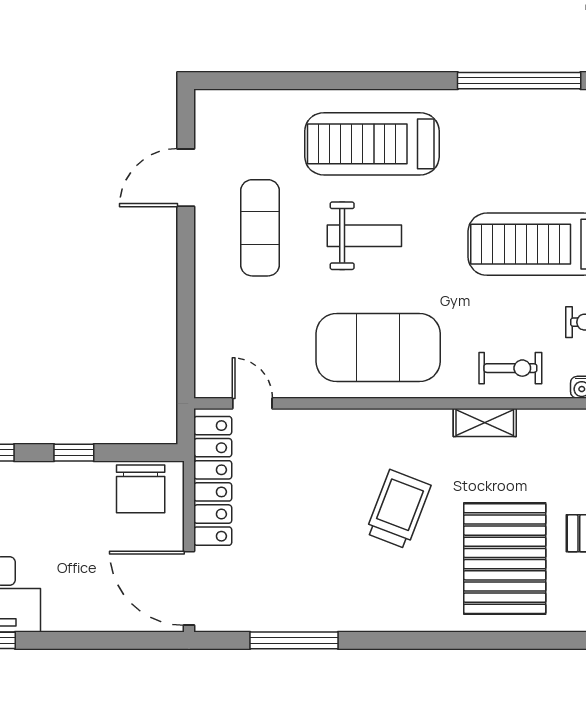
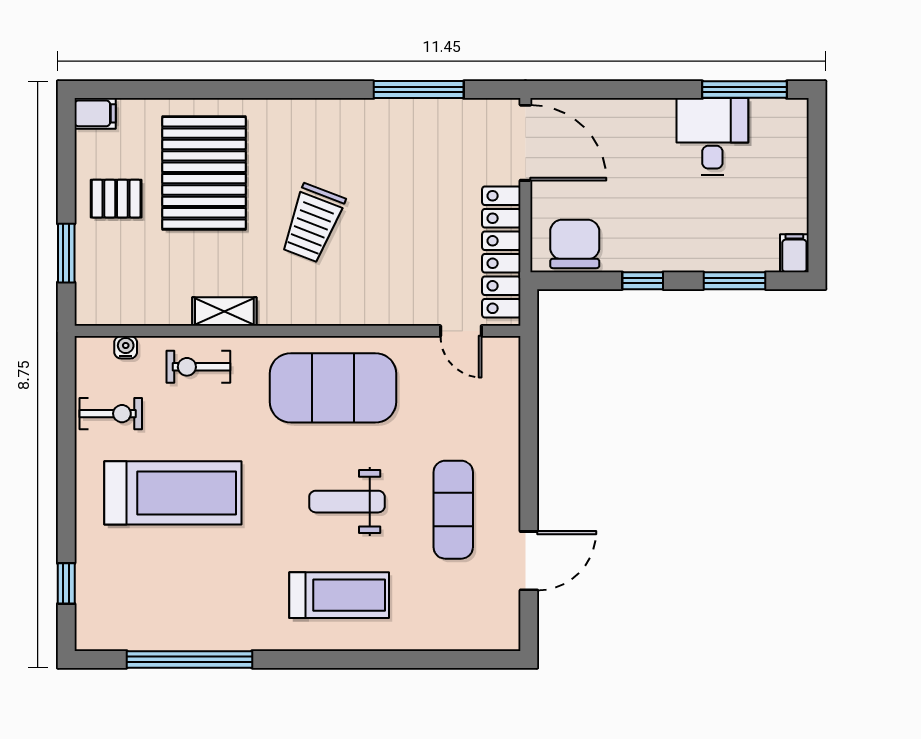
treadmill: (372, 144) -> (339, 595), width x0.73, depth x0.73

